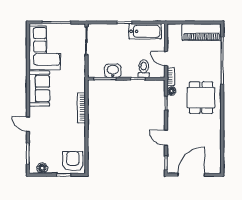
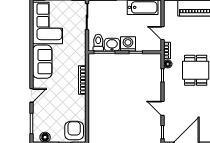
toilet: (144, 69) -> (98, 43), moved
washing machine: (130, 70) -> (128, 44), added
door: (28, 124) -> (31, 95), swing flipped

